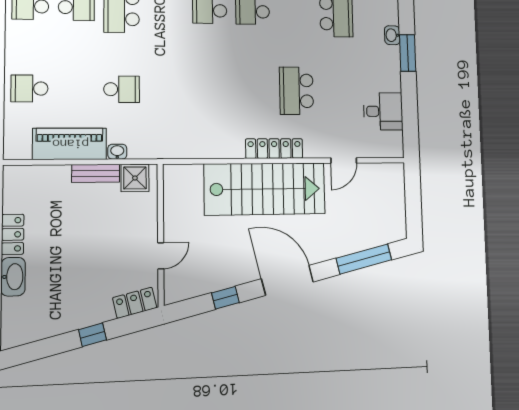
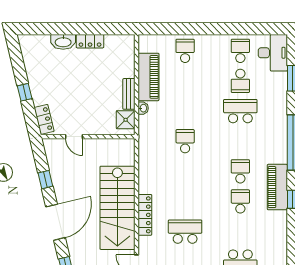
school desk: (122, 89) -> (185, 141), moved, turned 180

